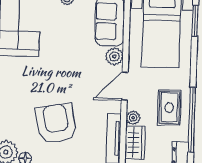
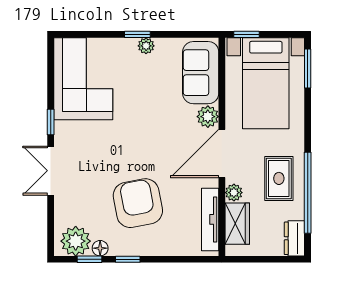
door: (125, 86) -> (222, 153), width x1.36

